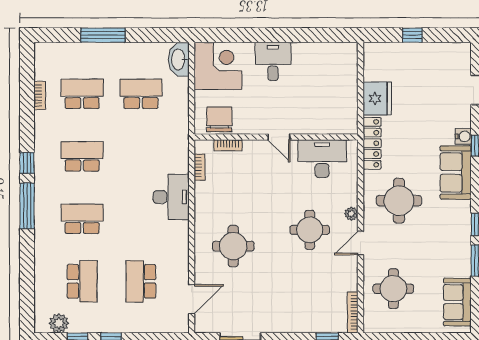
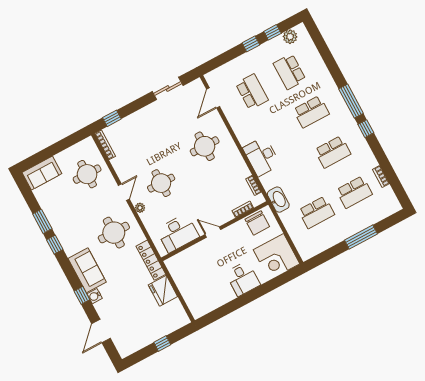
washbasin: (179, 59) -> (278, 200), moved
sofa: (457, 302) -> (42, 173), moved, turned 90

